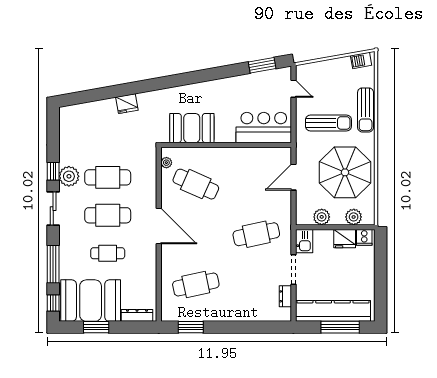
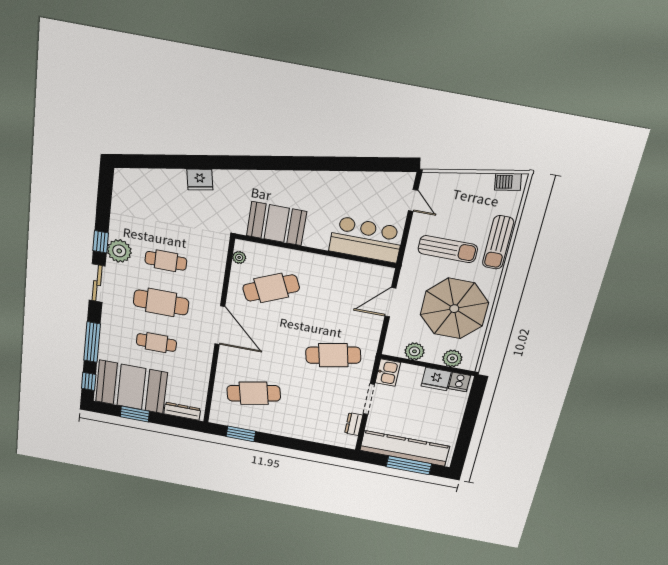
window: (262, 65) -> (379, 164), removed
cafe table: (108, 177) -> (166, 261), width x0.73, depth x0.74
cafe table: (196, 184) -> (271, 288), turned -48

